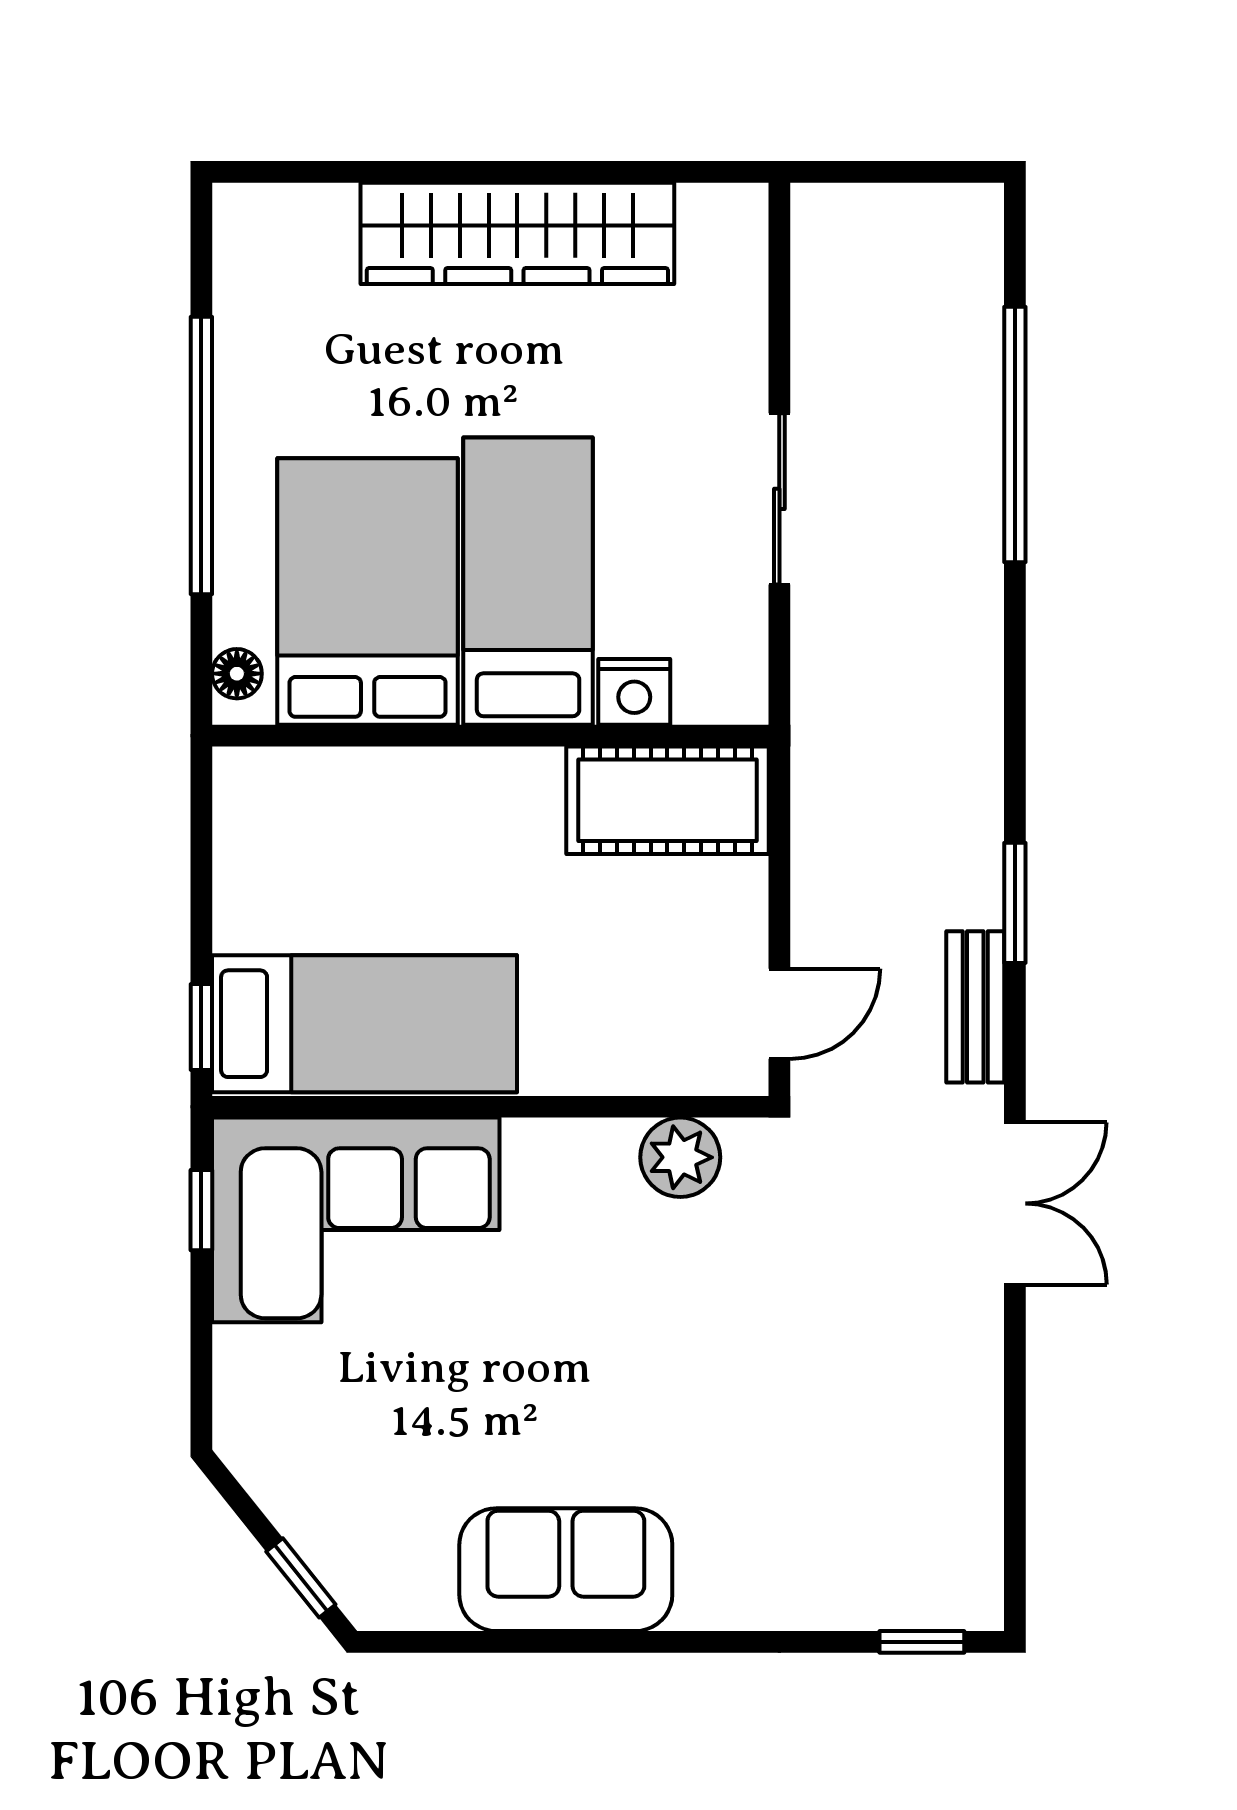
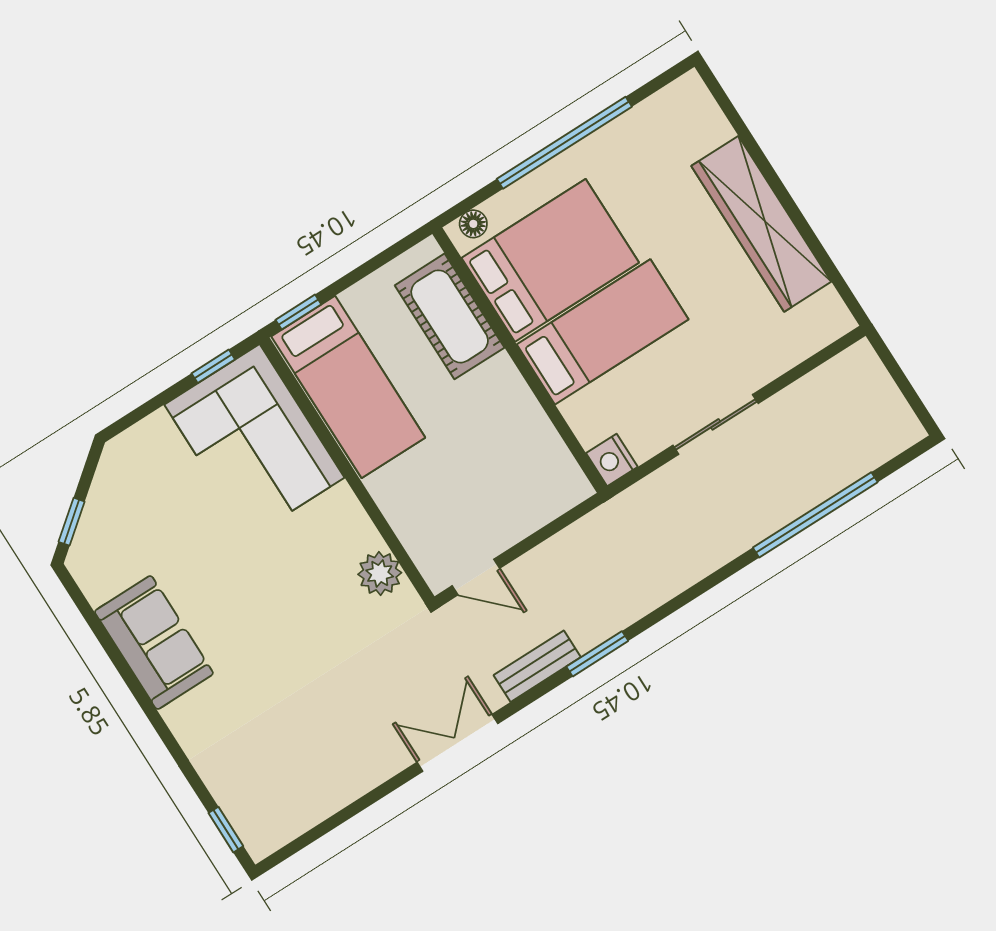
nightstand: (634, 692) -> (612, 460), moved
cot: (667, 800) -> (450, 316), moved
double door: (1015, 1203) -> (457, 743), swing flipped

